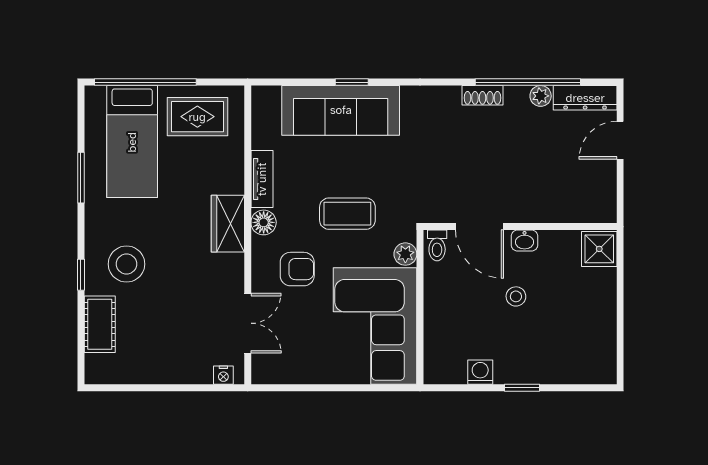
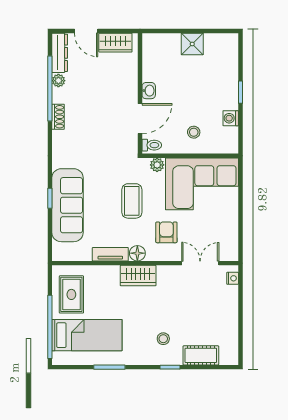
wardrobe: (601, 187) -> (115, 43), added
shower: (599, 249) -> (192, 44), moved
stool: (127, 264) -> (163, 339), width x0.53, depth x0.53
stool: (516, 296) -> (194, 132), moved

